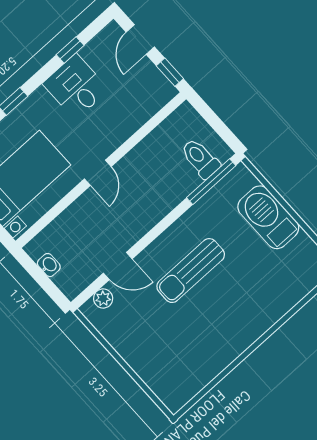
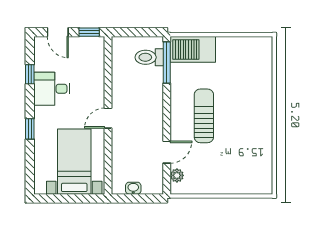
door: (98, 173) -> (108, 118), swing flipped
barbecue: (268, 217) -> (193, 49), moved
sun lounger: (191, 271) -> (204, 116), turned 180

